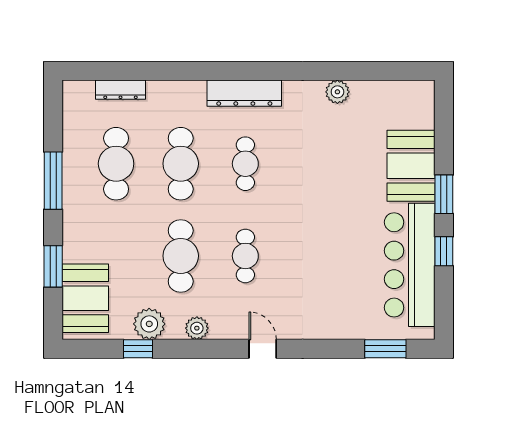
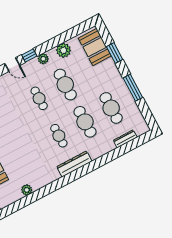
plant: (337, 92) -> (27, 190), moved
window: (138, 349) -> (29, 56), moved

